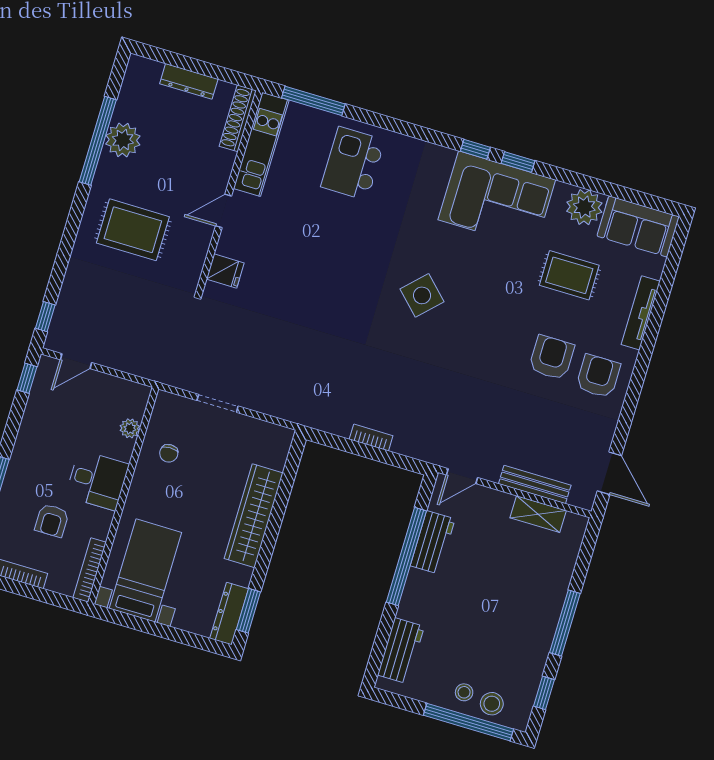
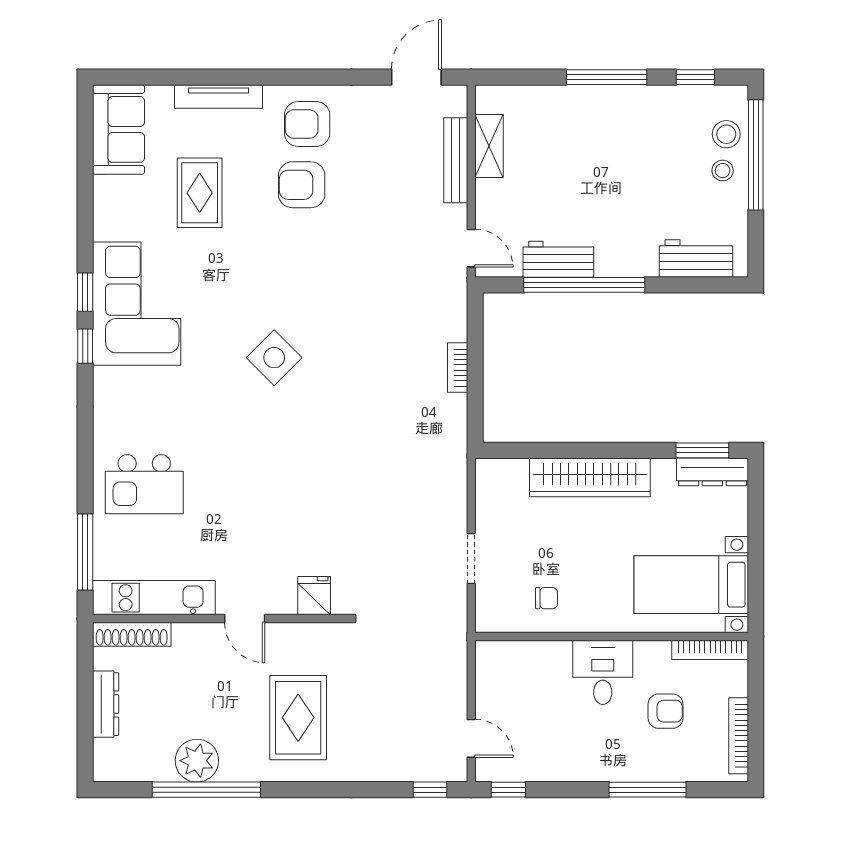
plant: (584, 207) -> (115, 199), removed
plant: (130, 428) -> (531, 652), removed

